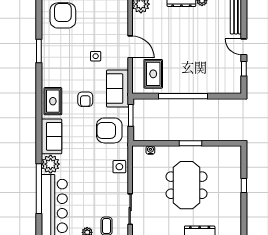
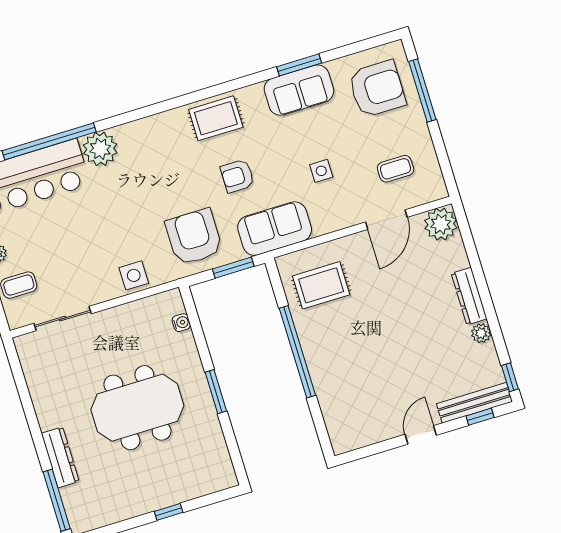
coffee table: (106, 18) -> (396, 169), added
door: (130, 47) -> (386, 220), moved
window: (244, 69) -> (480, 417), moved
sofa: (51, 136) -> (299, 90), moved

